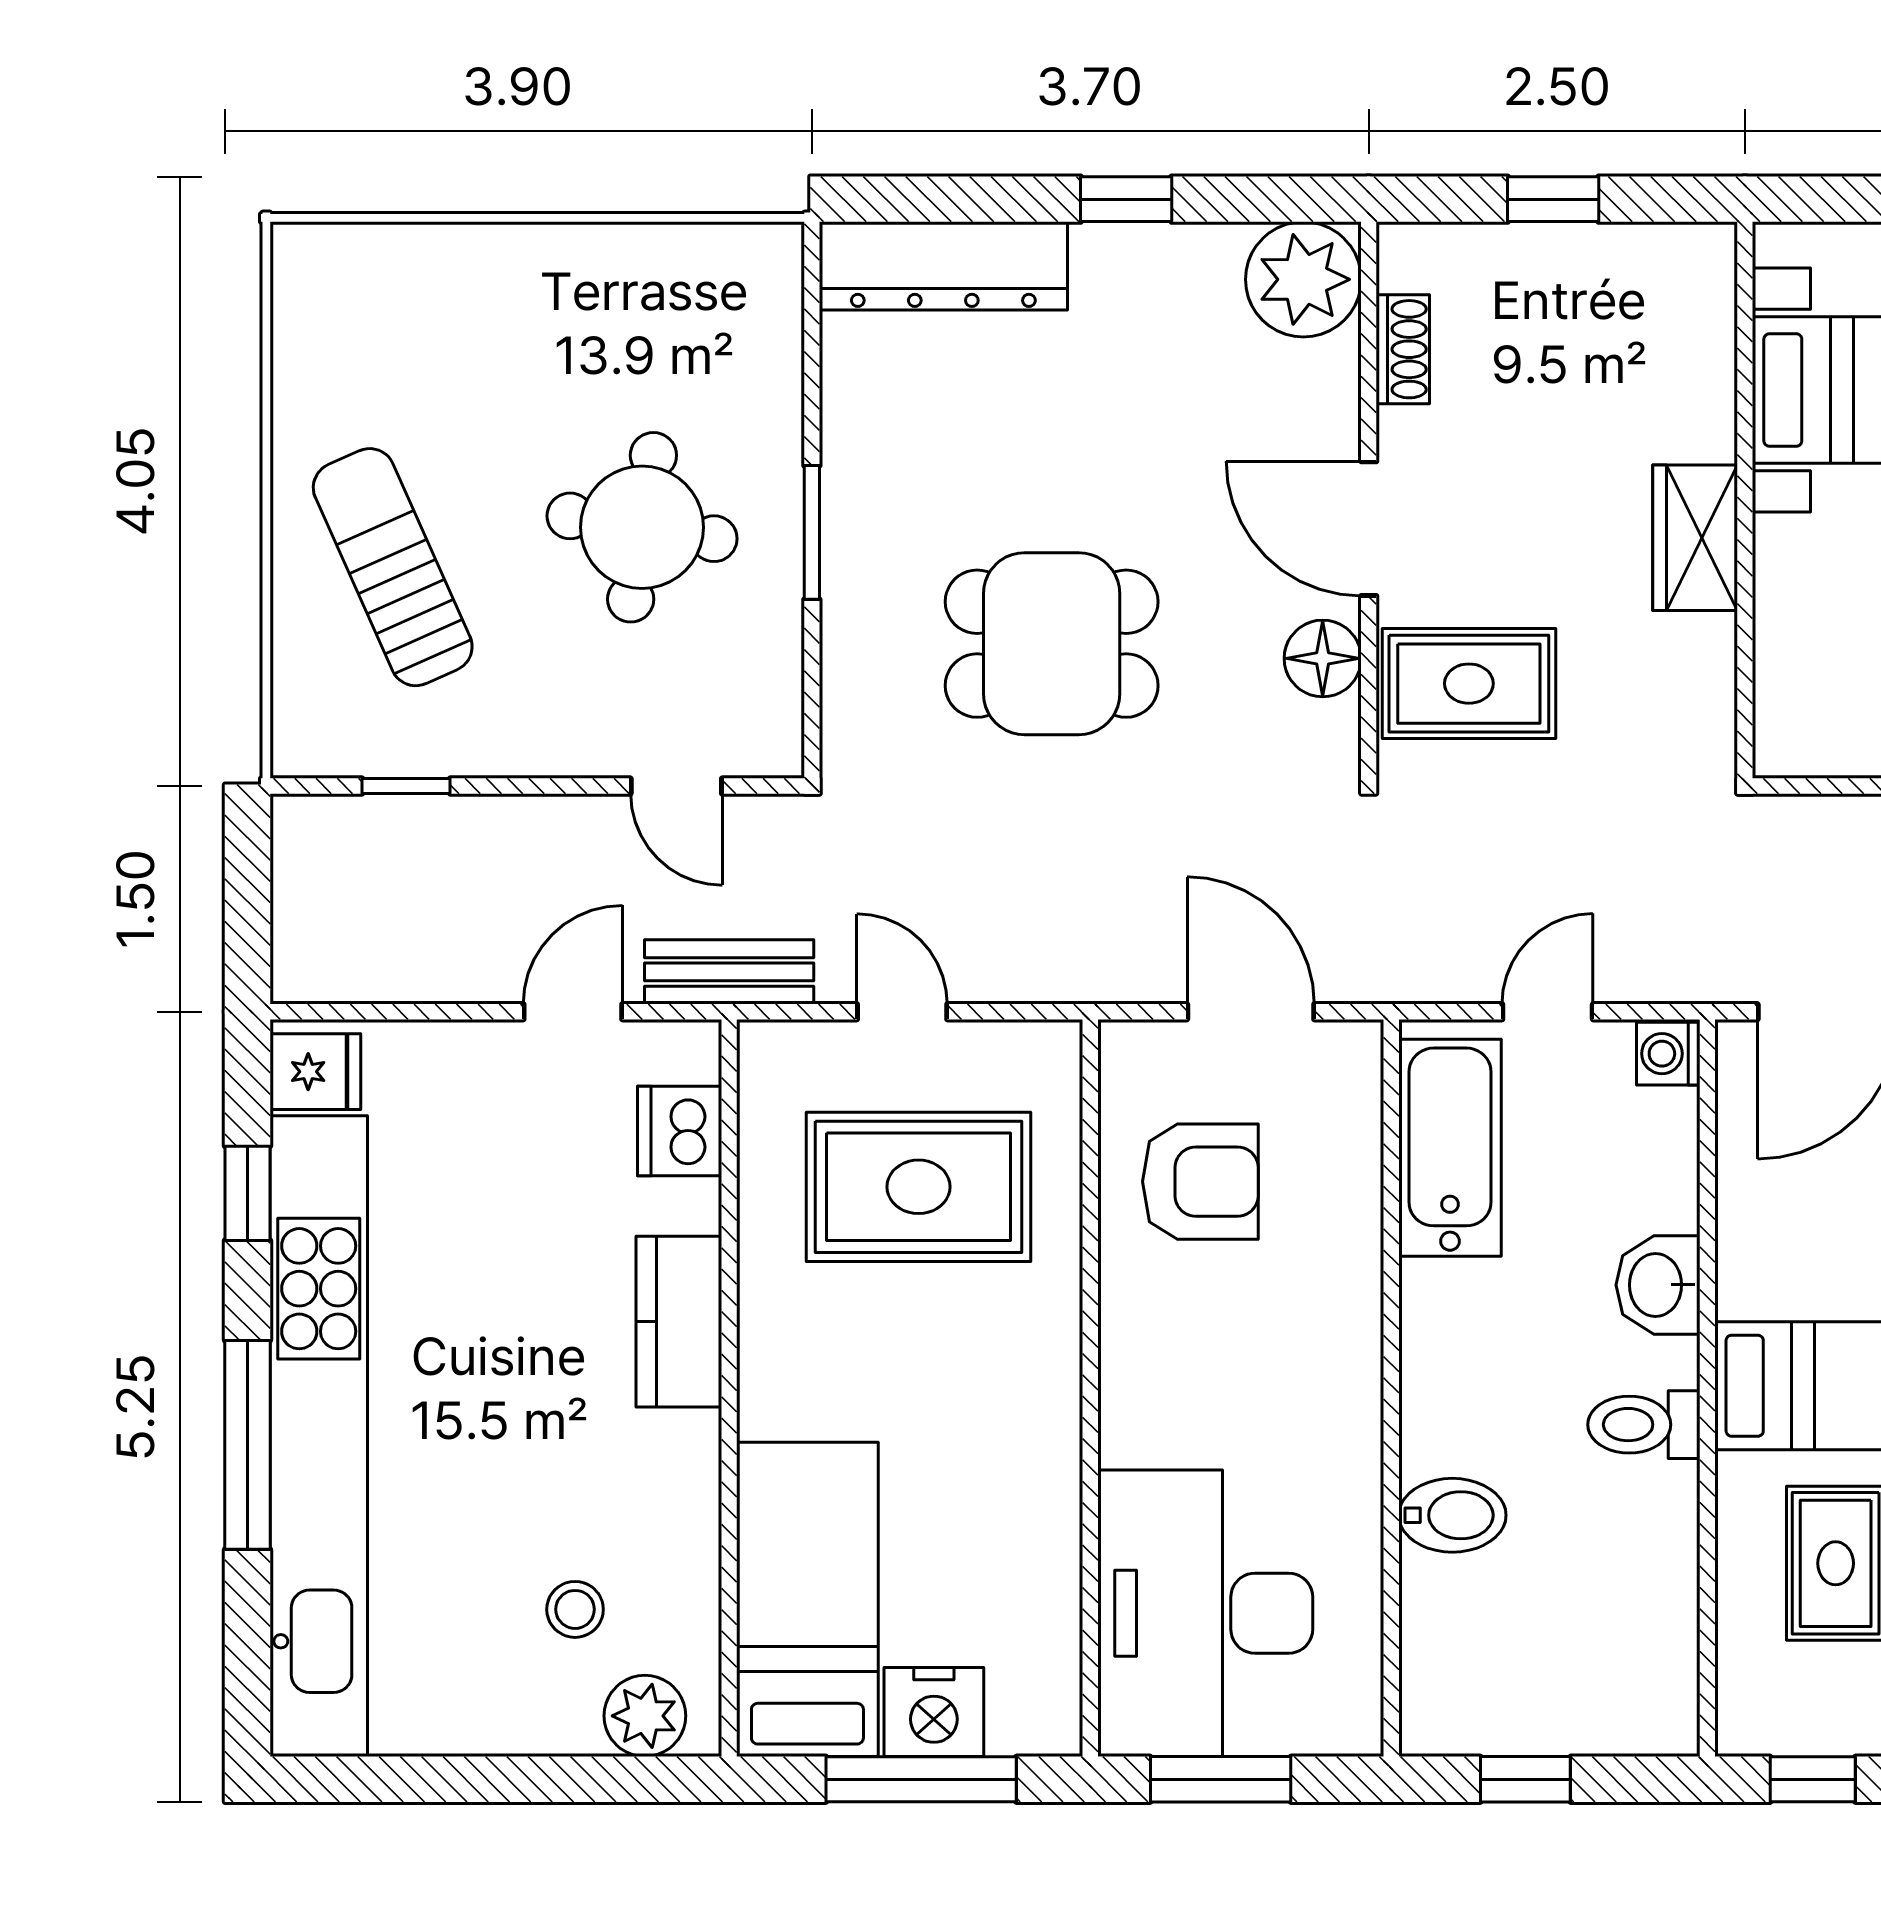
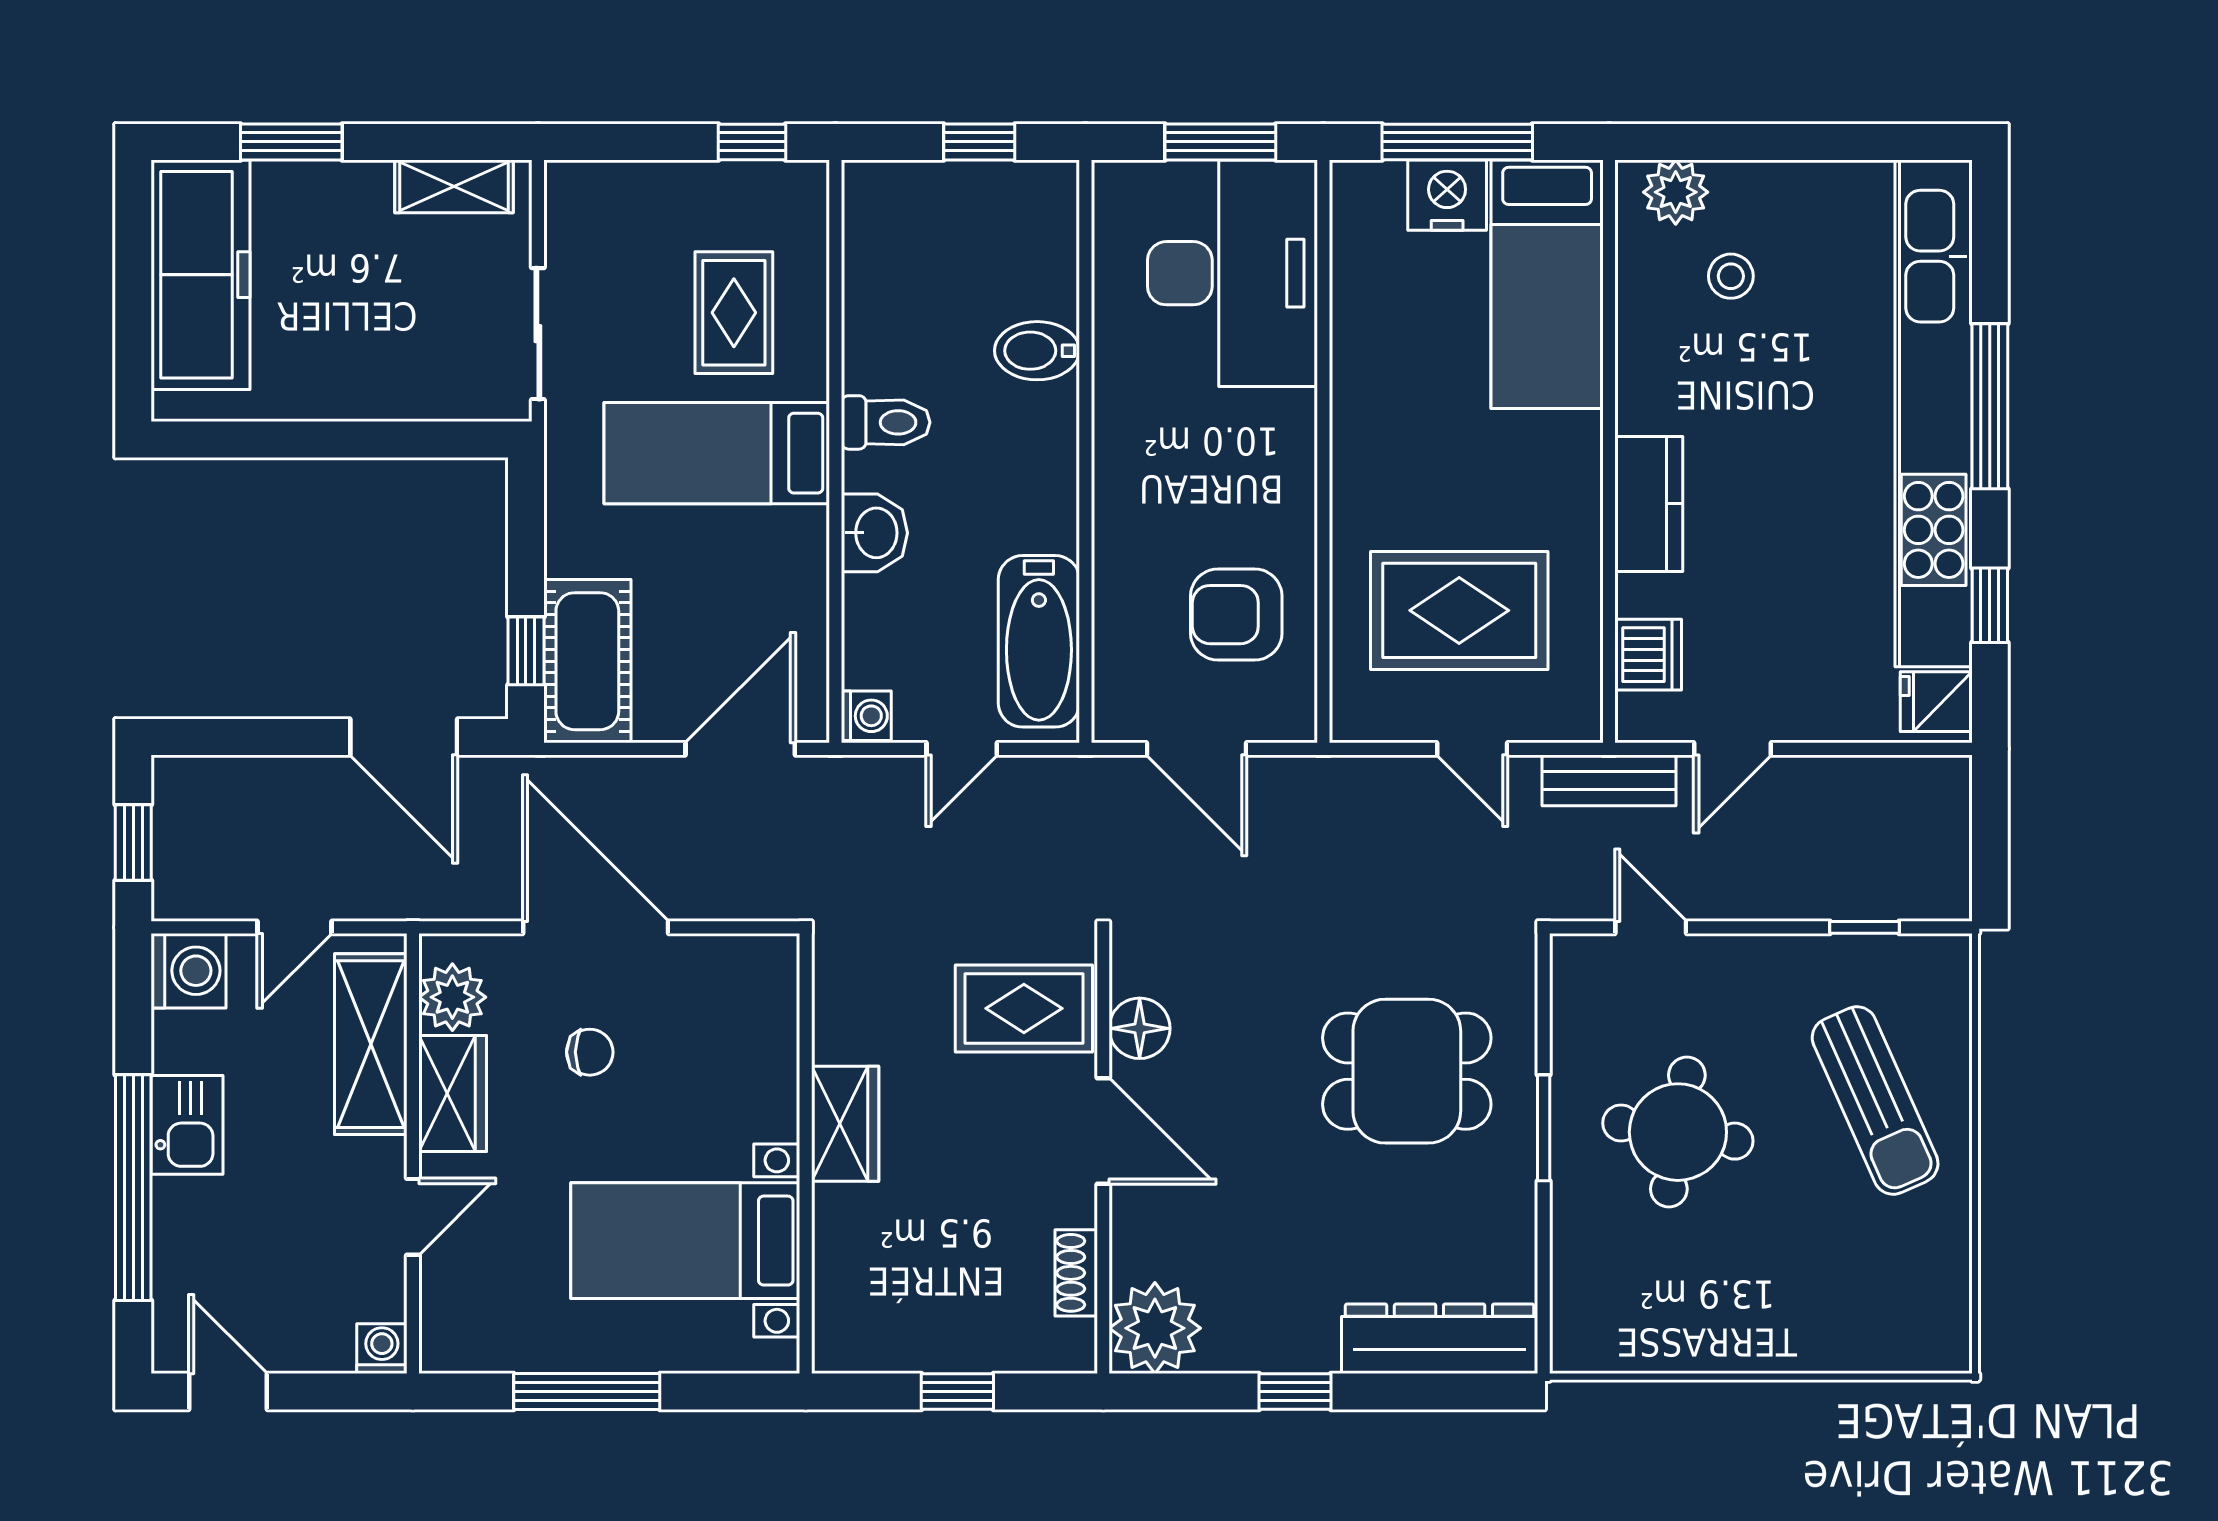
dining table: (1052, 644) -> (1407, 1071), moved

